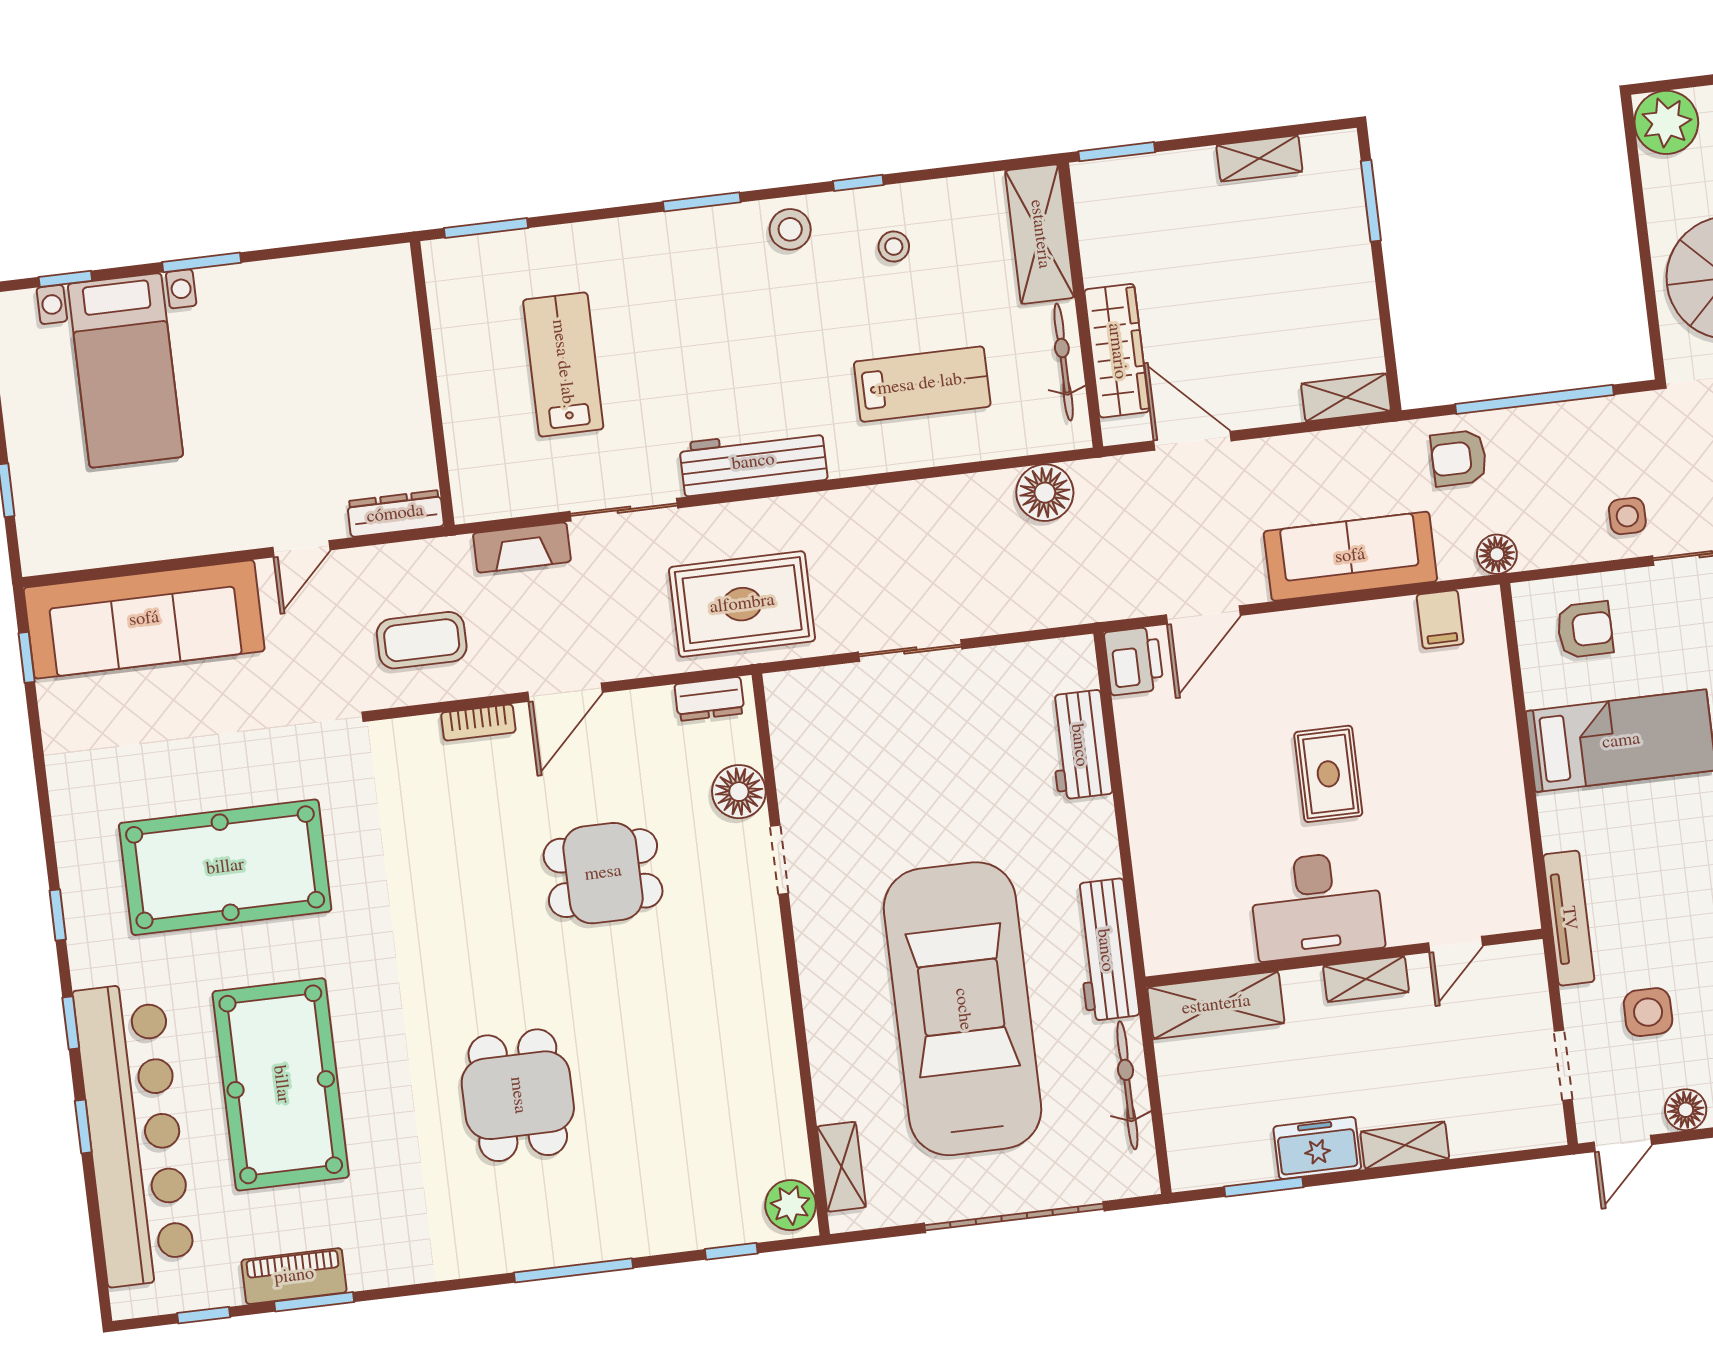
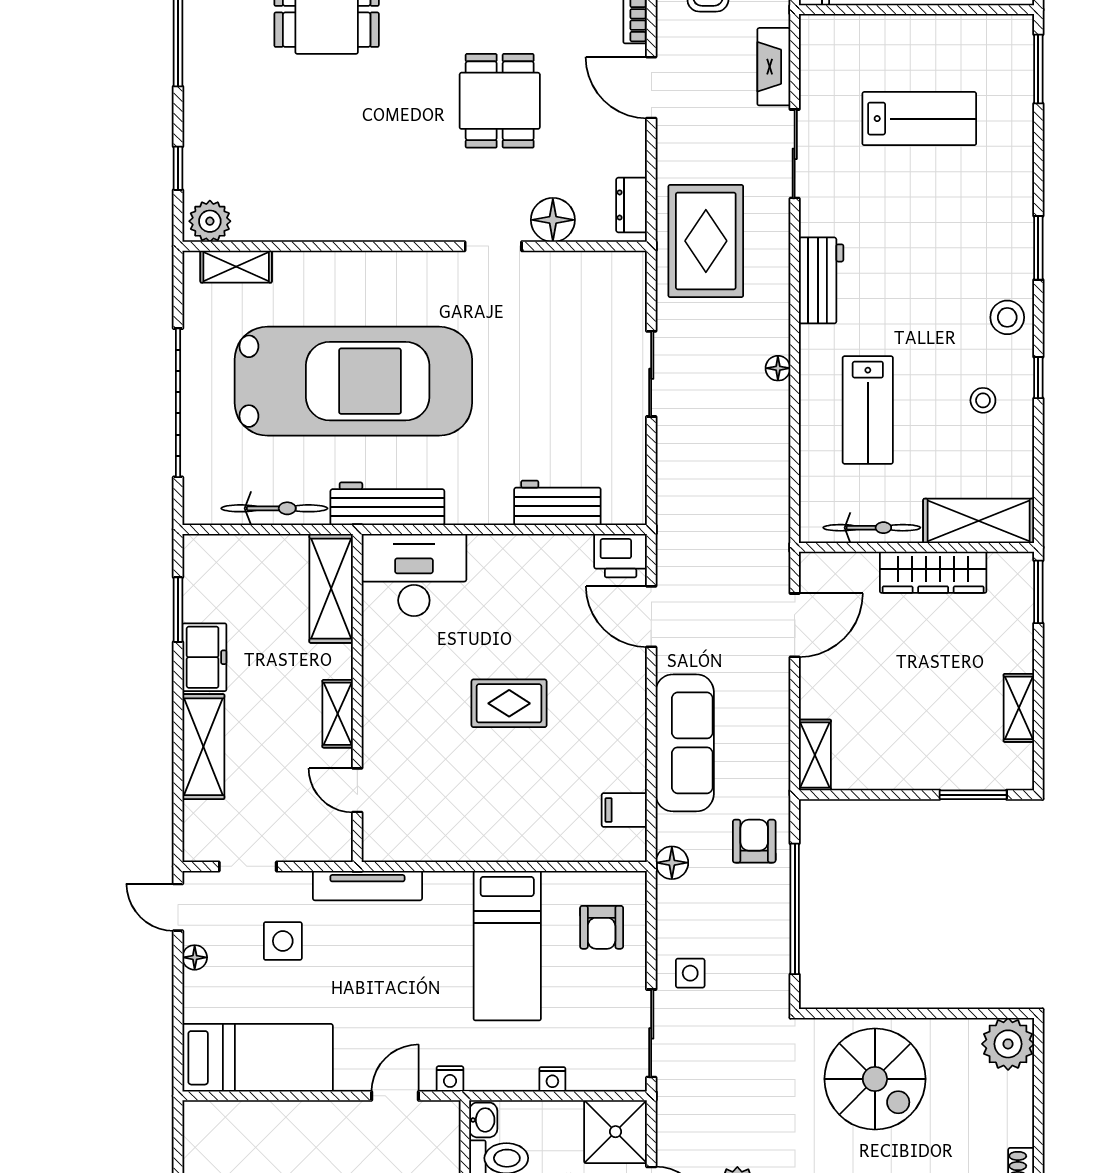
wardrobe: (1117, 351) -> (933, 572), moved
workbench: (753, 462) -> (821, 280), width x0.73
floor lamp: (1045, 493) -> (778, 368), moved, width x0.53, depth x0.53
desk: (1317, 905) -> (414, 575), moved, turned 90
floor lamp: (1686, 1110) -> (195, 957), width x0.73, depth x0.73
shelving: (1405, 1145) -> (203, 747), width x1.50, depth x1.33

